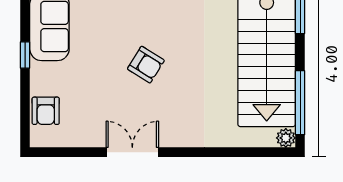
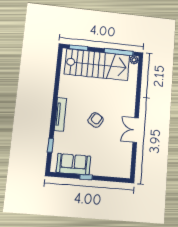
armchair: (46, 111) -> (113, 169), removed

